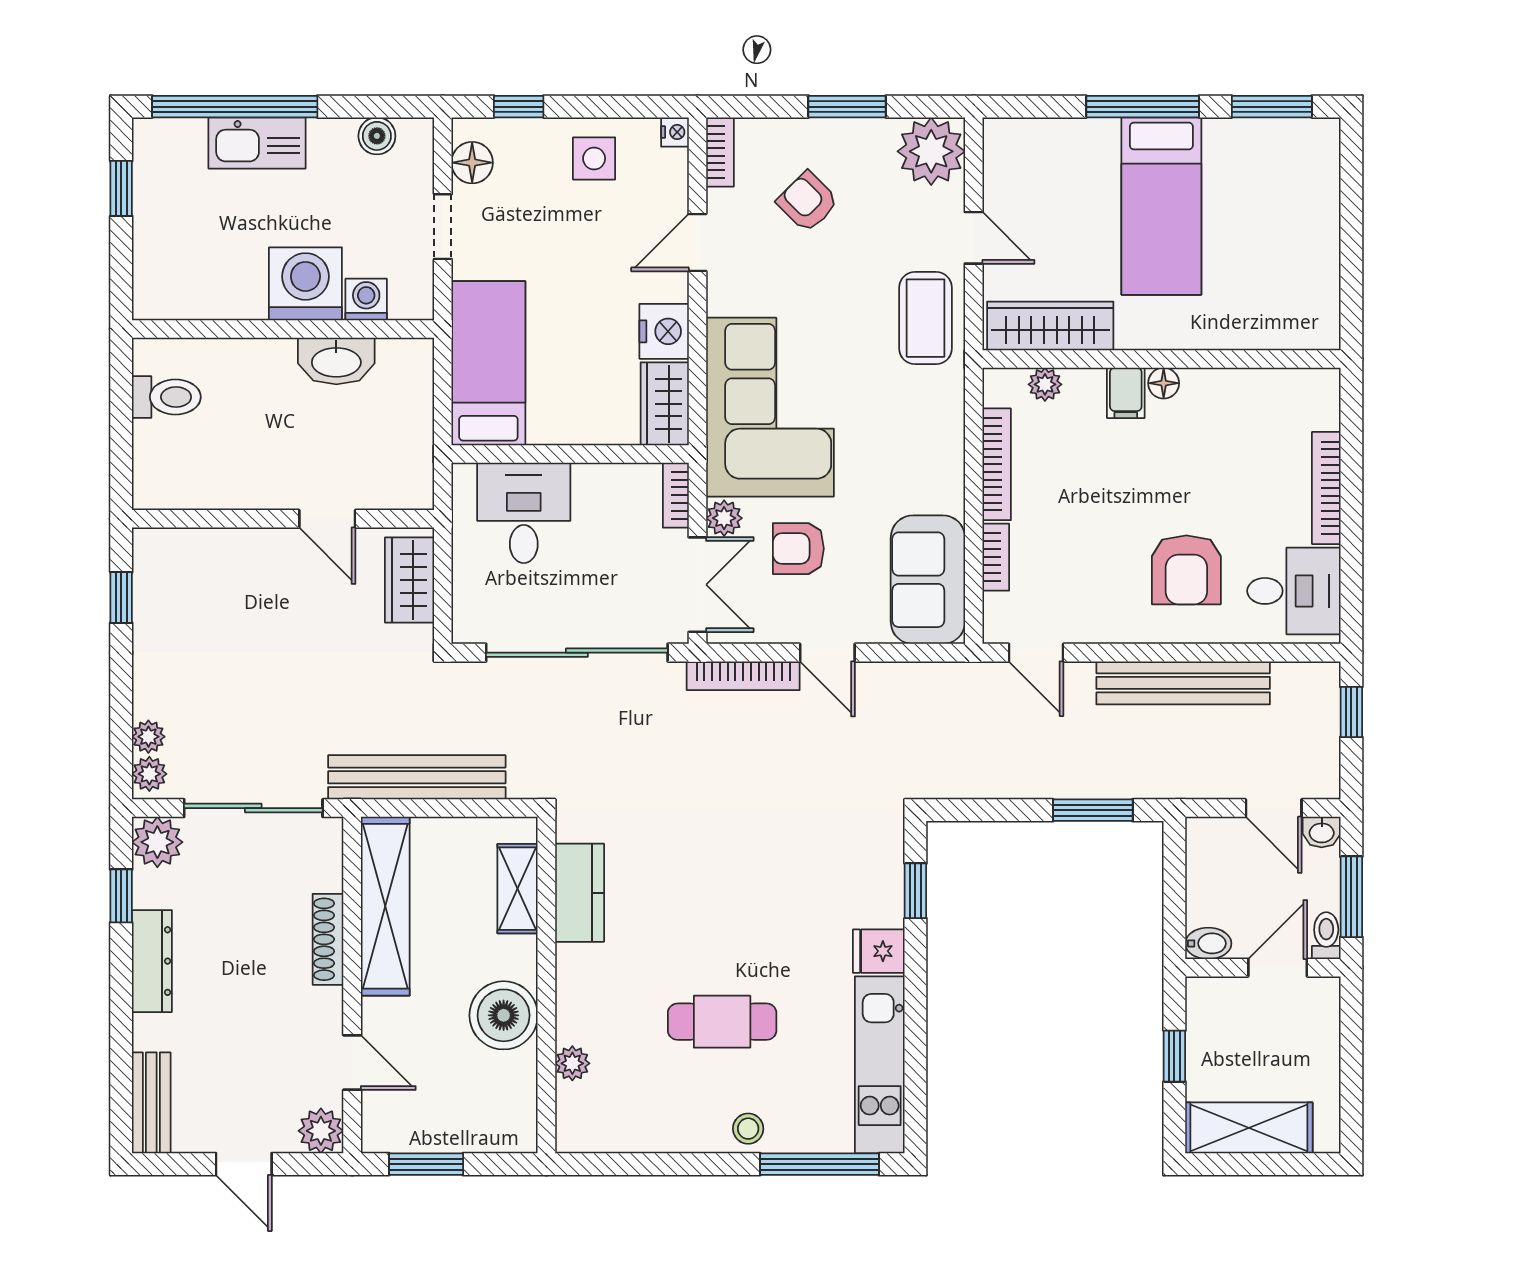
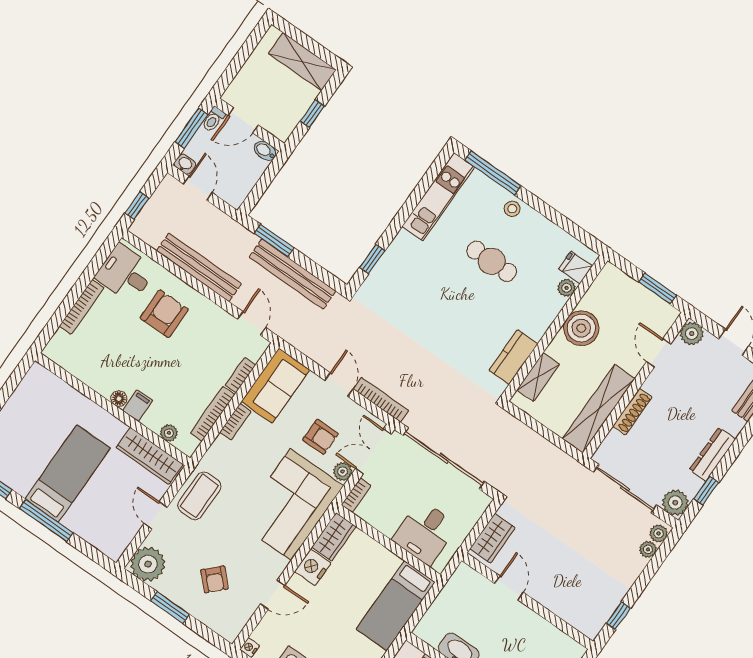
bookcase: (720, 152) -> (235, 422), moved, turned 180
bench: (417, 777) -> (292, 274), moved
fridge: (879, 951) -> (576, 268), moved, turned 180

